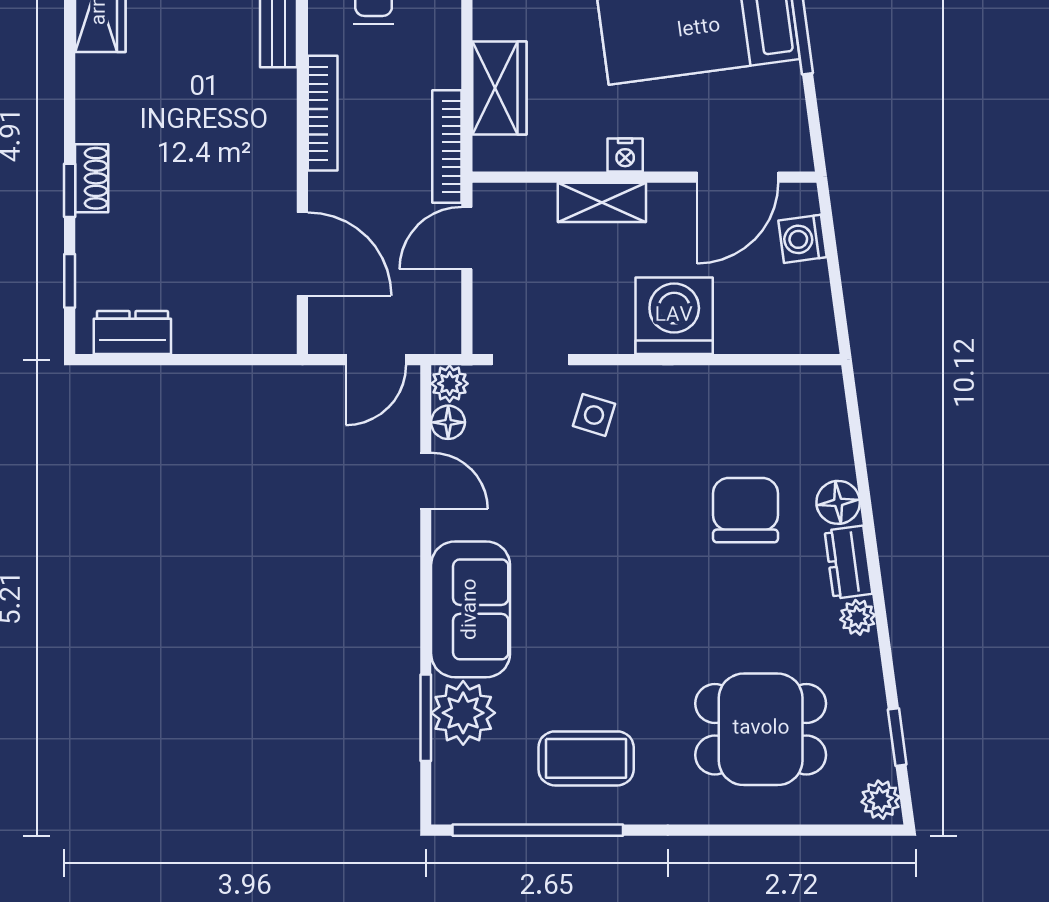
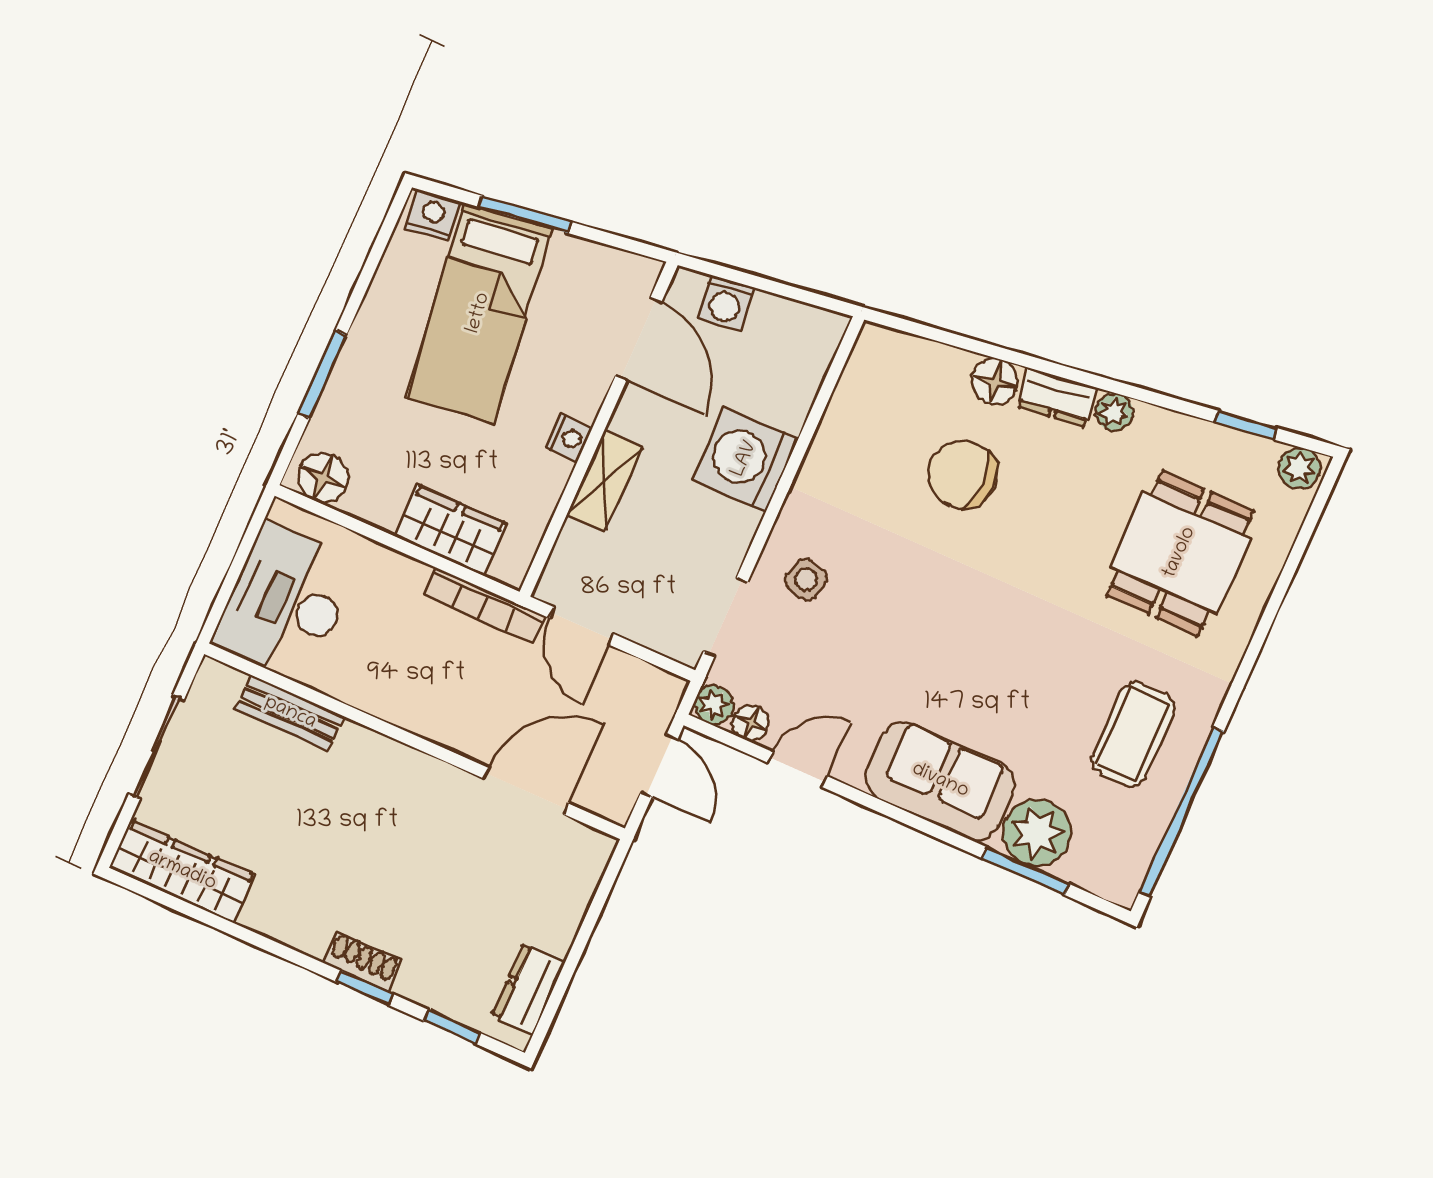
bookcase: (323, 113) -> (399, 711), removed

